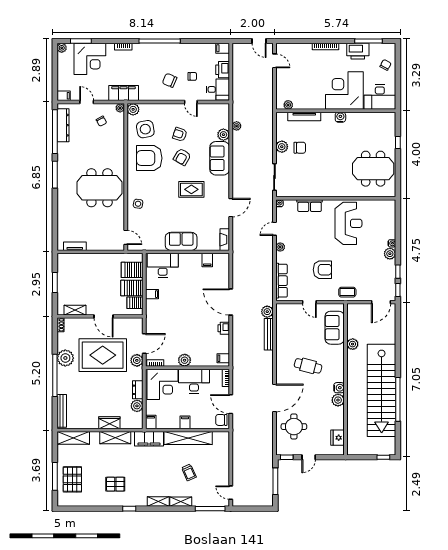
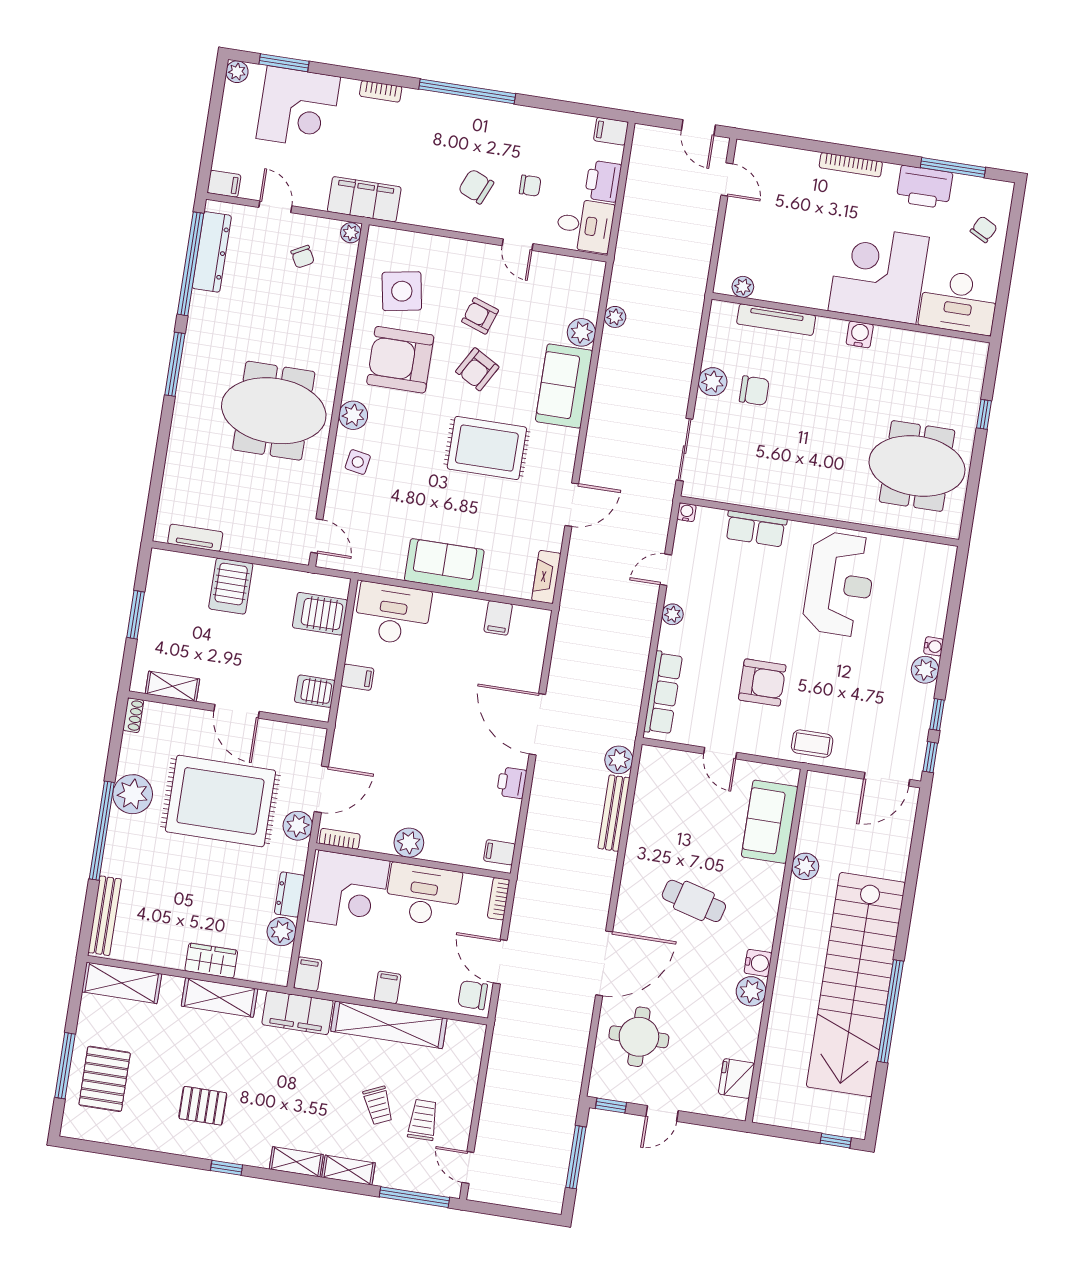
plant: (133, 109) -> (353, 415), moved
rug: (191, 189) -> (487, 448), width x1.36, depth x1.43
server rack: (132, 288) -> (231, 586), moved, turned -90
trolley: (209, 476) -> (423, 1120), added

